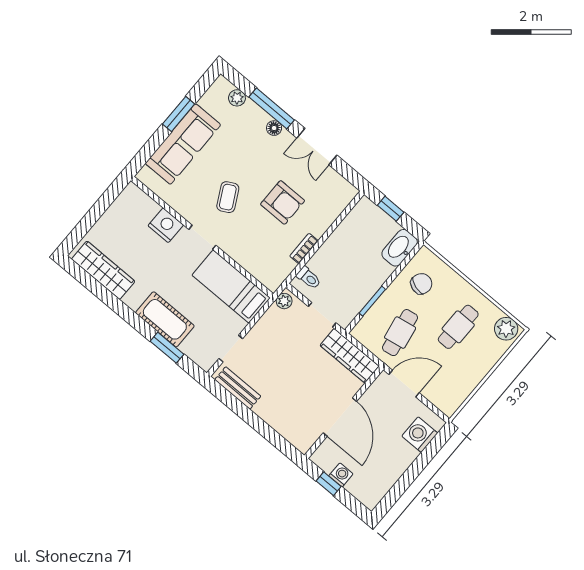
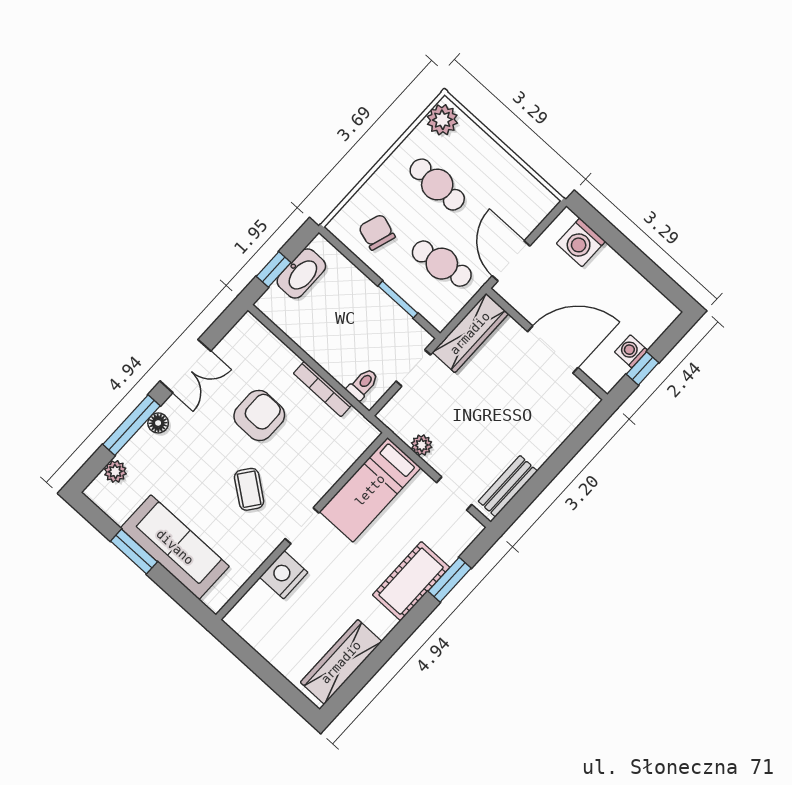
coffee table: (228, 197) -> (249, 489), turned 65
bookcase: (304, 248) -> (323, 389), width x1.56
washbasin: (400, 248) -> (301, 273), moved, turned -90
plant: (284, 301) -> (422, 445), moved

